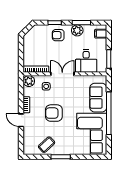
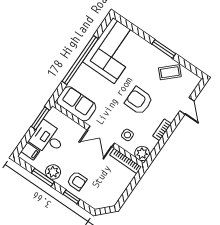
desk: (86, 61) -> (48, 138), moved, turned -90
sofa: (98, 98) -> (76, 104), moved, turned -90
armchair: (54, 113) -> (139, 101), turned 180
door: (21, 120) -> (187, 106), moved

